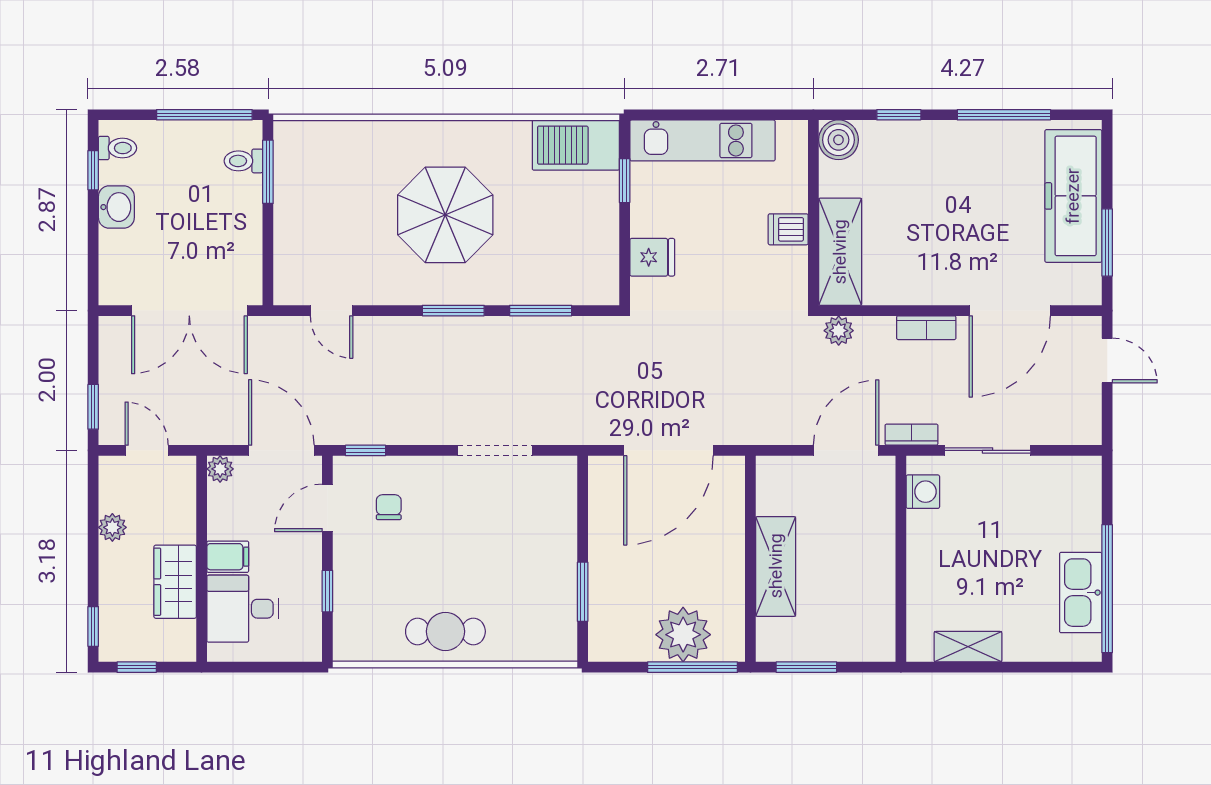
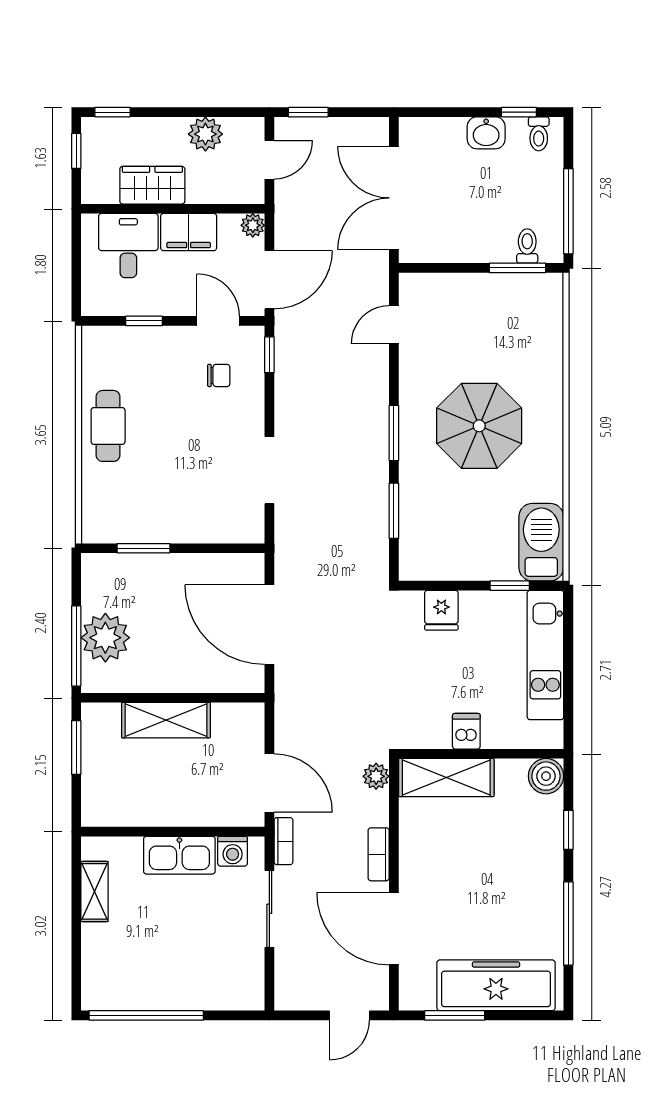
plant: (112, 527) -> (205, 134), width x1.38, depth x1.38
filing cabinet: (228, 557) -> (189, 232), width x2.00
kitchen sink: (1081, 593) -> (179, 855), moved, turned 180

